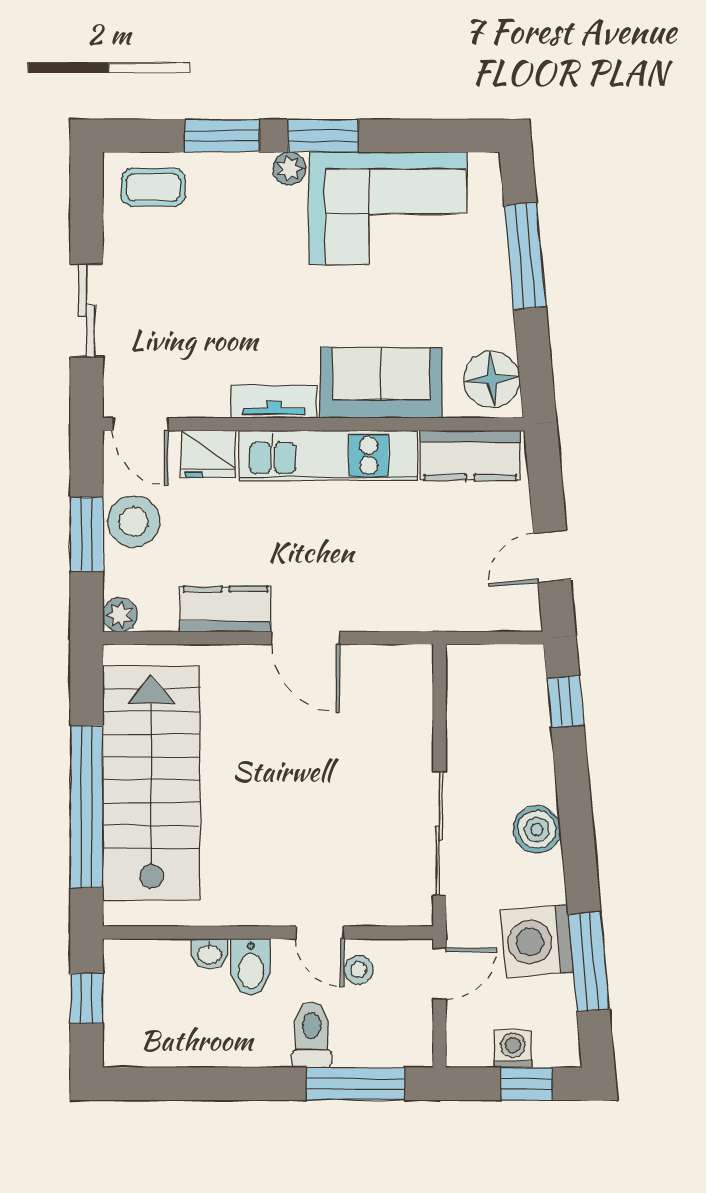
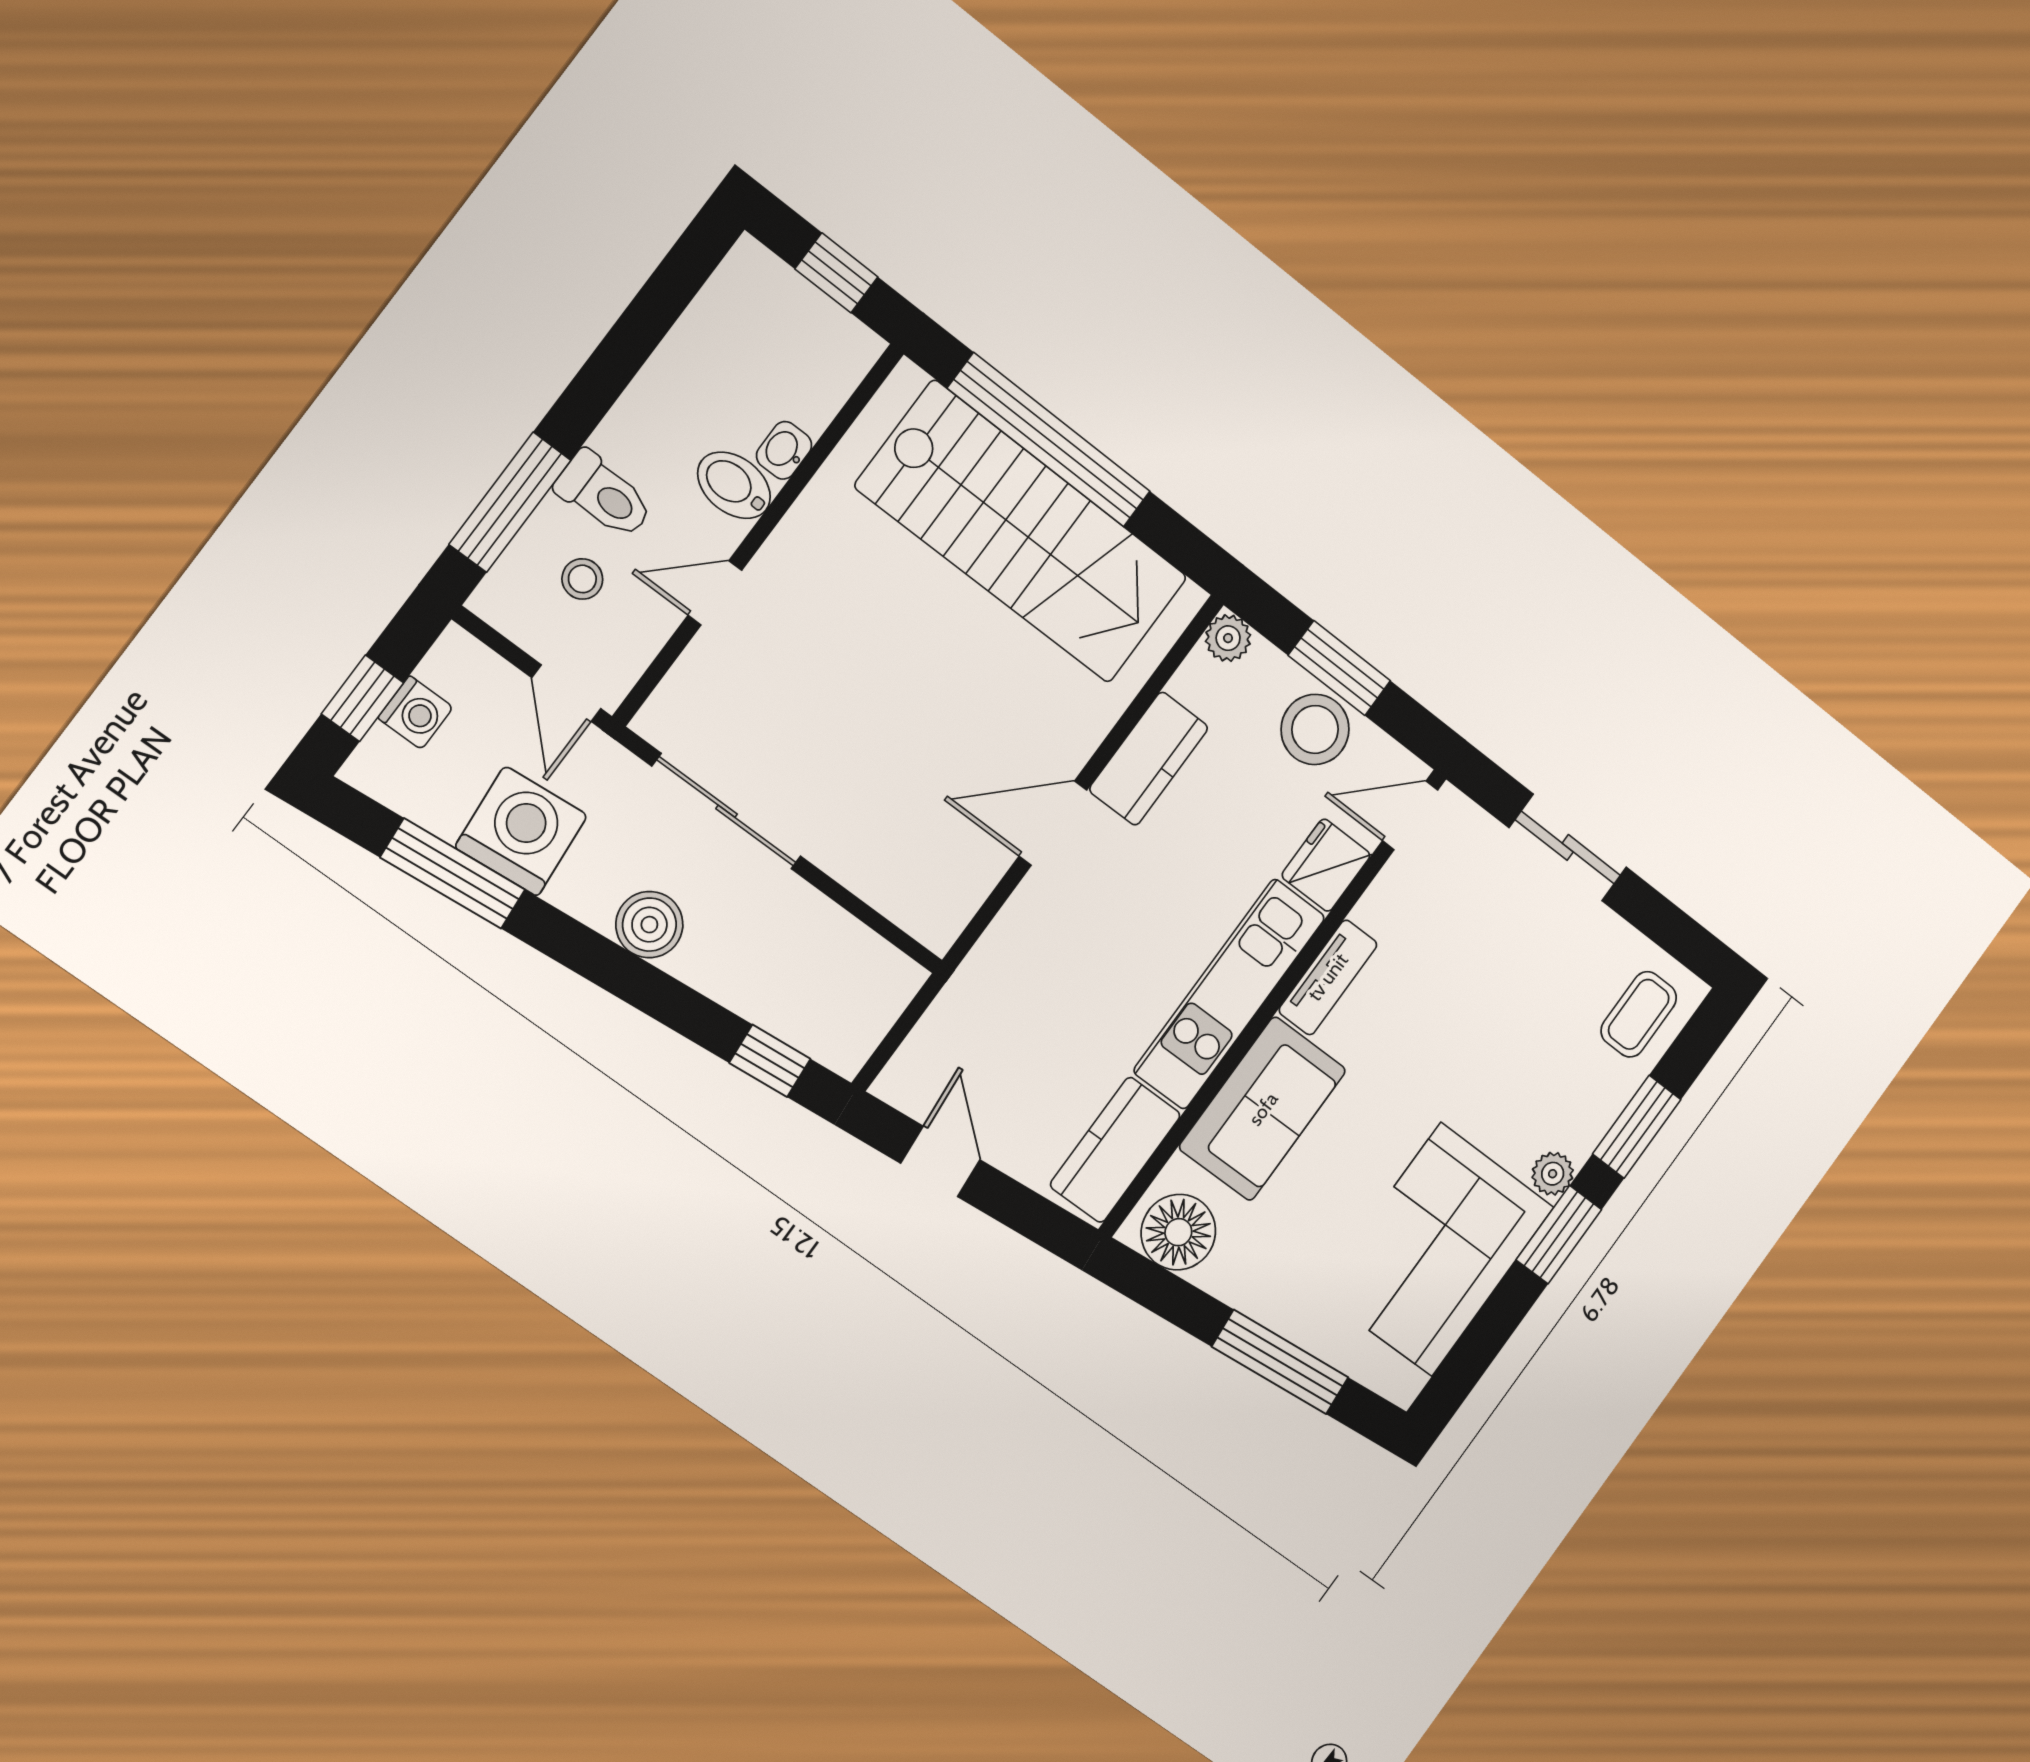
stool: (359, 970) -> (582, 579), moved

